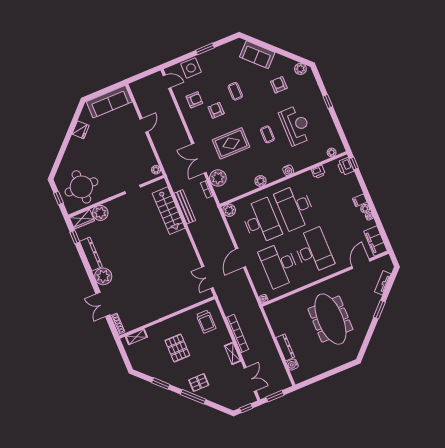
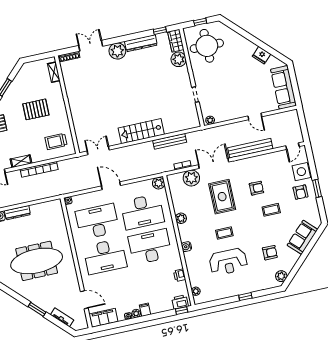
armchair: (194, 100) -> (300, 192), moved
bench: (177, 124) -> (250, 148), added
stairs: (169, 211) -> (141, 131), moved

